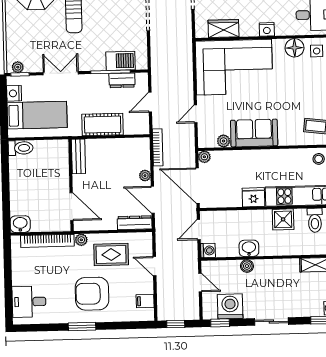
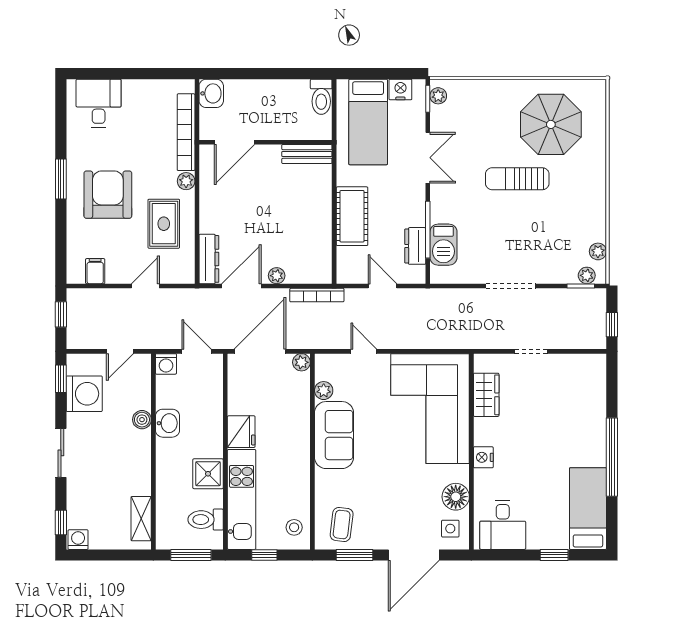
bench: (78, 156) -> (307, 154), moved
wall: (71, 185) -> (266, 142), moved
door: (72, 207) -> (234, 142), moved

